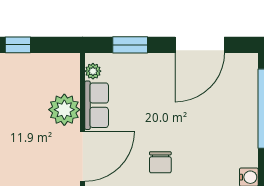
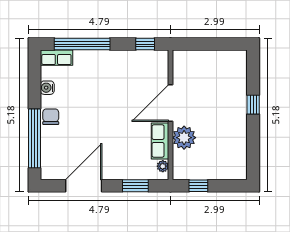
window: (18, 45) -> (198, 186), moved
chair: (160, 162) -> (51, 117), moved

